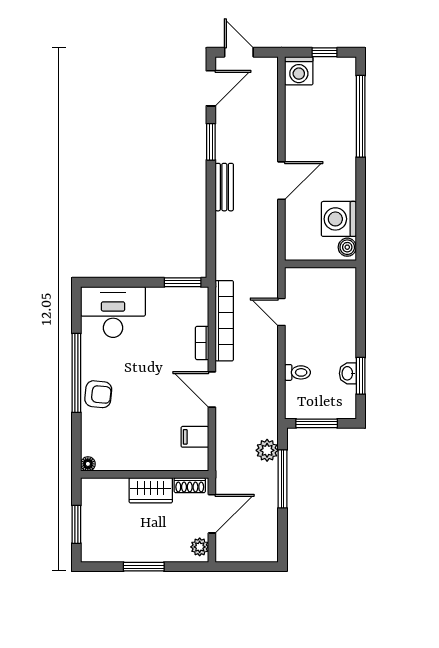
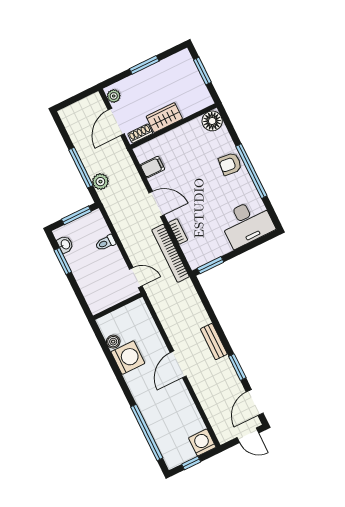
wall: (320, 264) -> (118, 306), moved
washbasin: (348, 373) -> (65, 244), moved
floor lamp: (88, 464) -> (212, 121), width x1.89, depth x1.89

